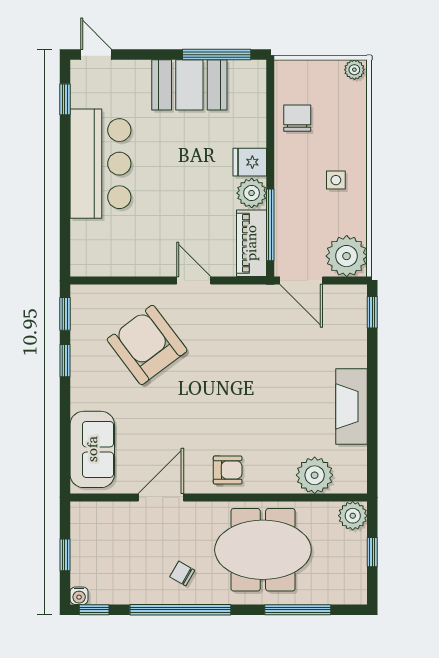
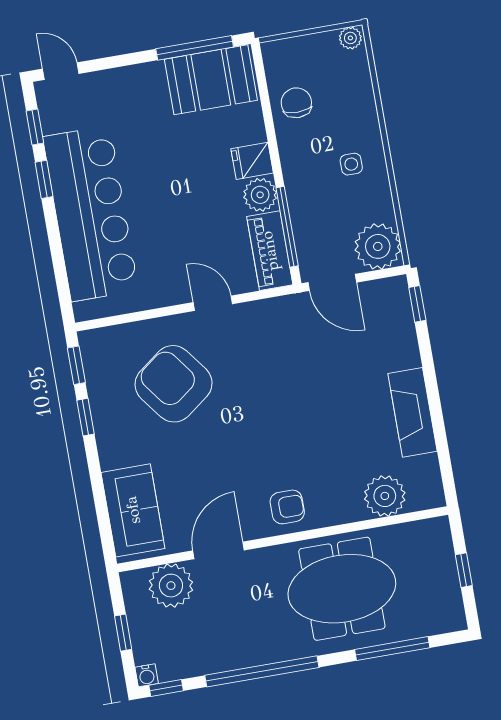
booth: (189, 85) -> (211, 80), moved
window: (65, 147) -> (44, 179), added
bar counter: (101, 164) -> (91, 214), width x1.36
plant: (353, 516) -> (171, 586), moved, width x1.36, depth x1.36
chair: (182, 573) -> (257, 631), removed

